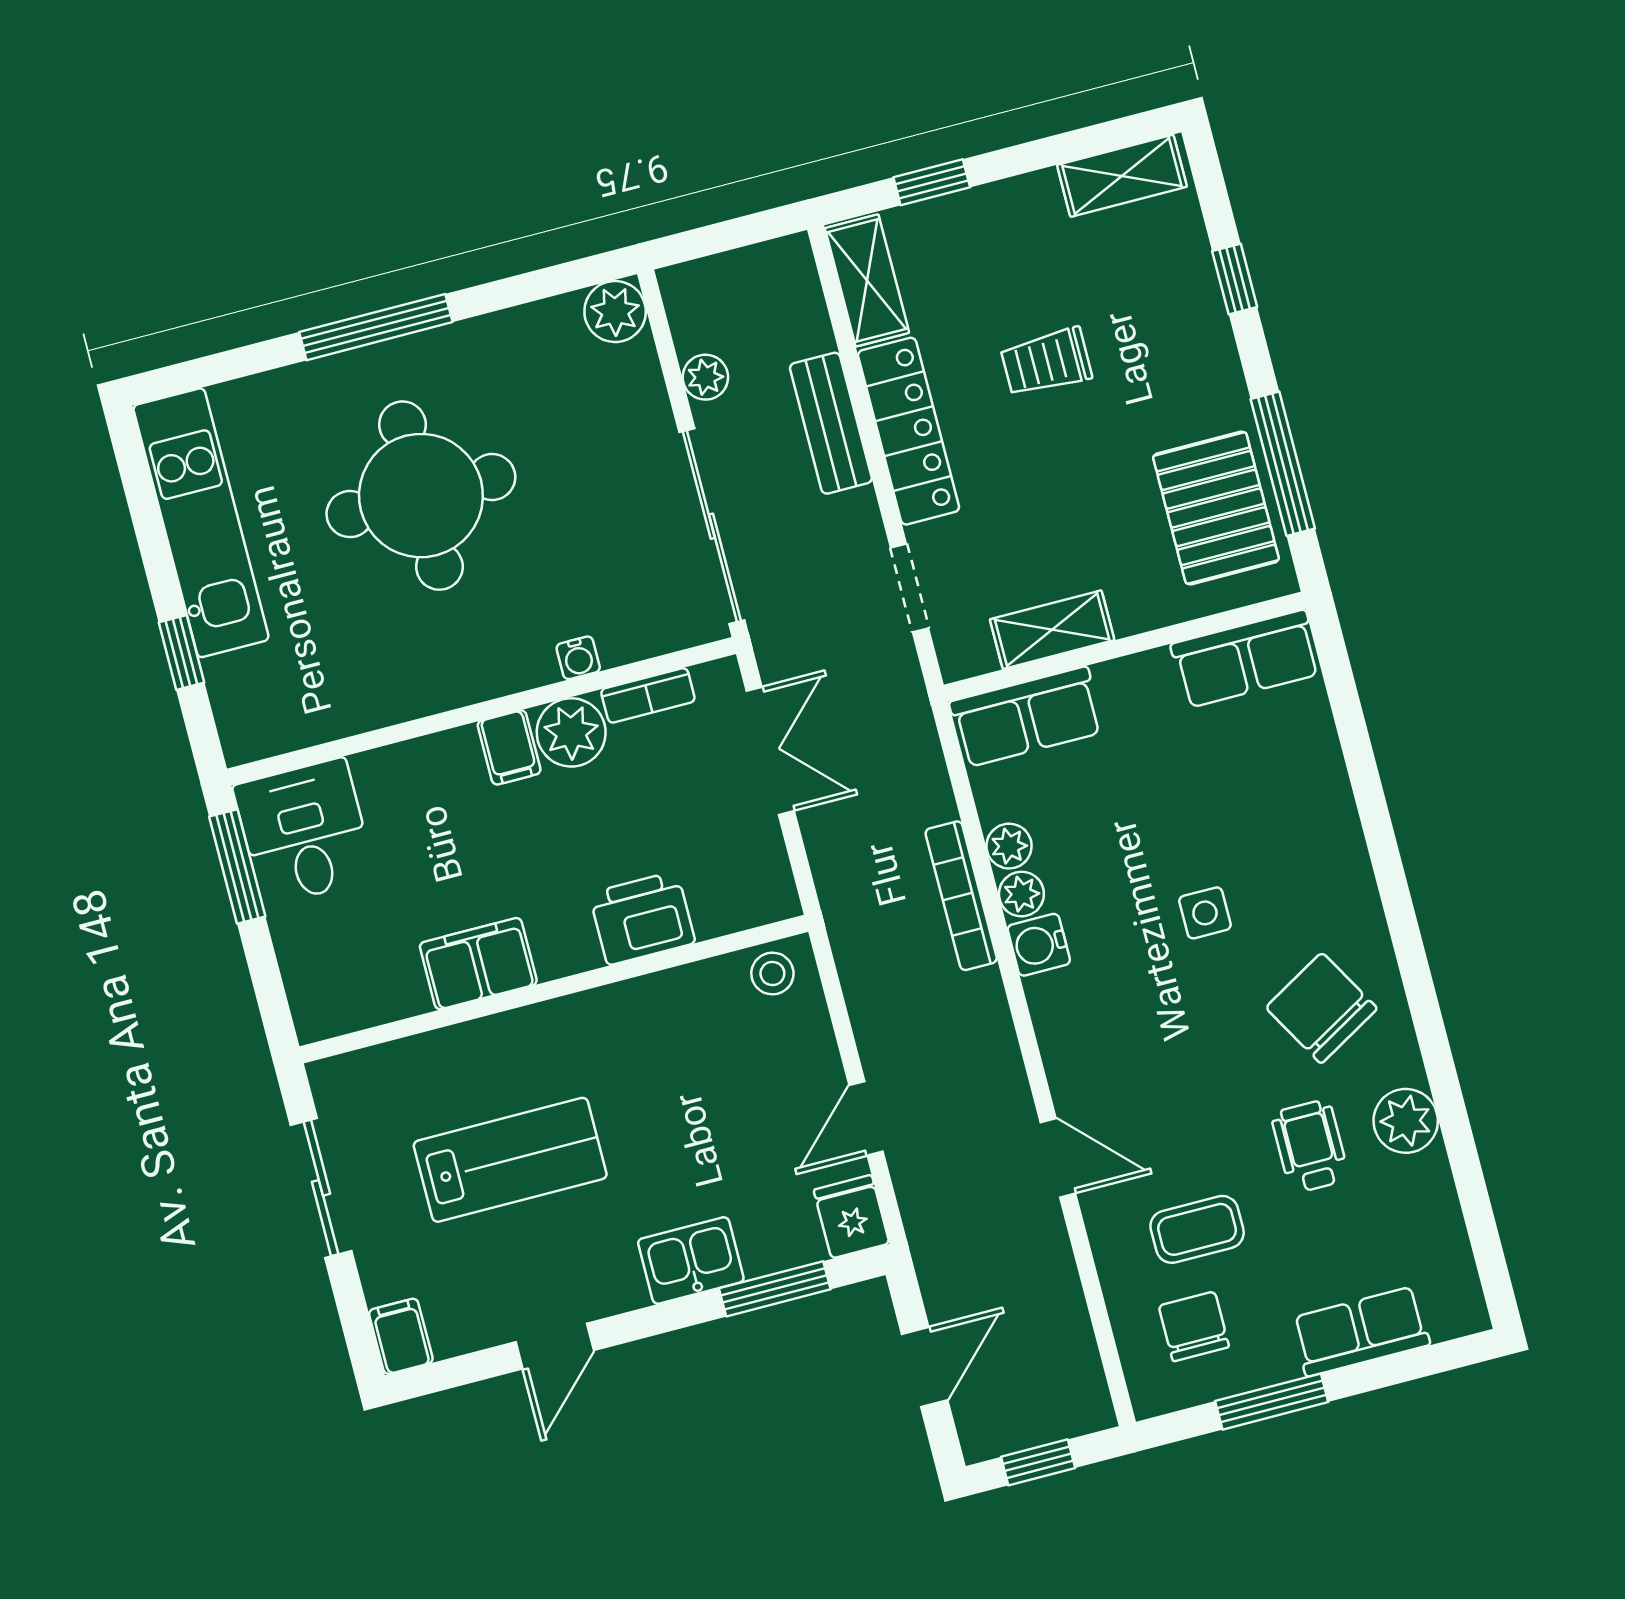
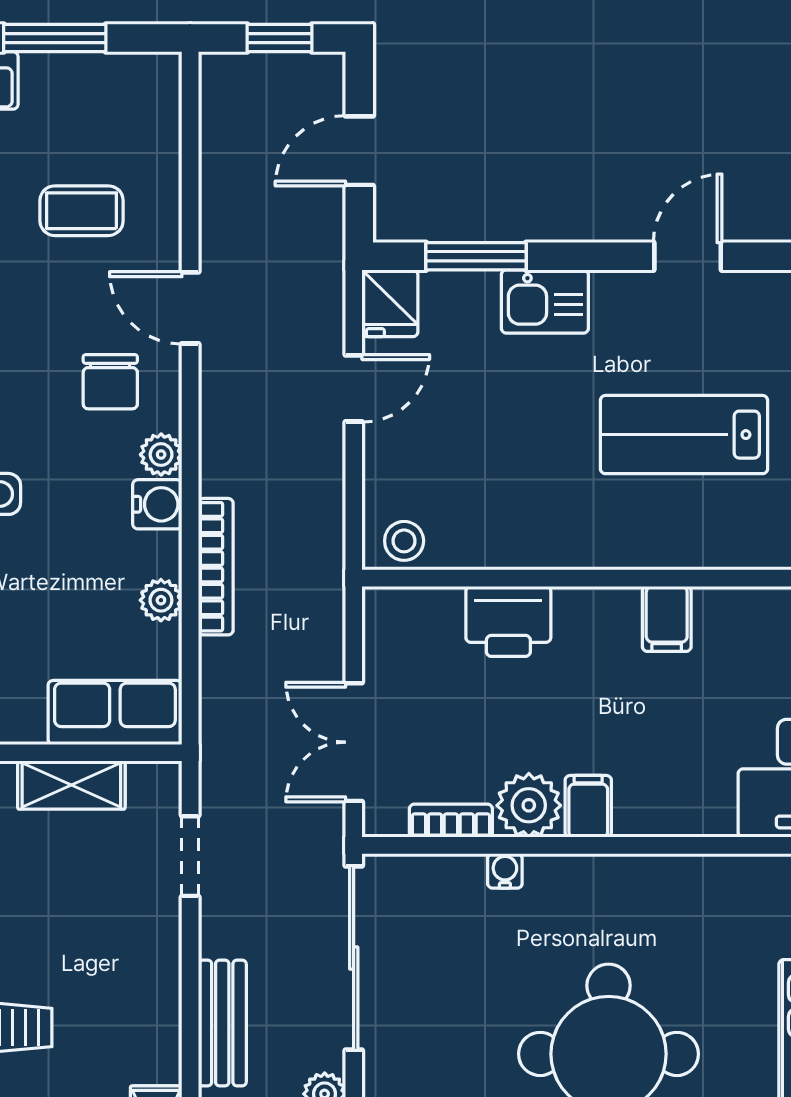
locker: (909, 431) -> (154, 998), removed
plant: (1021, 894) -> (161, 455), moved
filing cabinet: (478, 964) -> (667, 619), width x0.50
chair: (1194, 1326) -> (110, 382), moved

